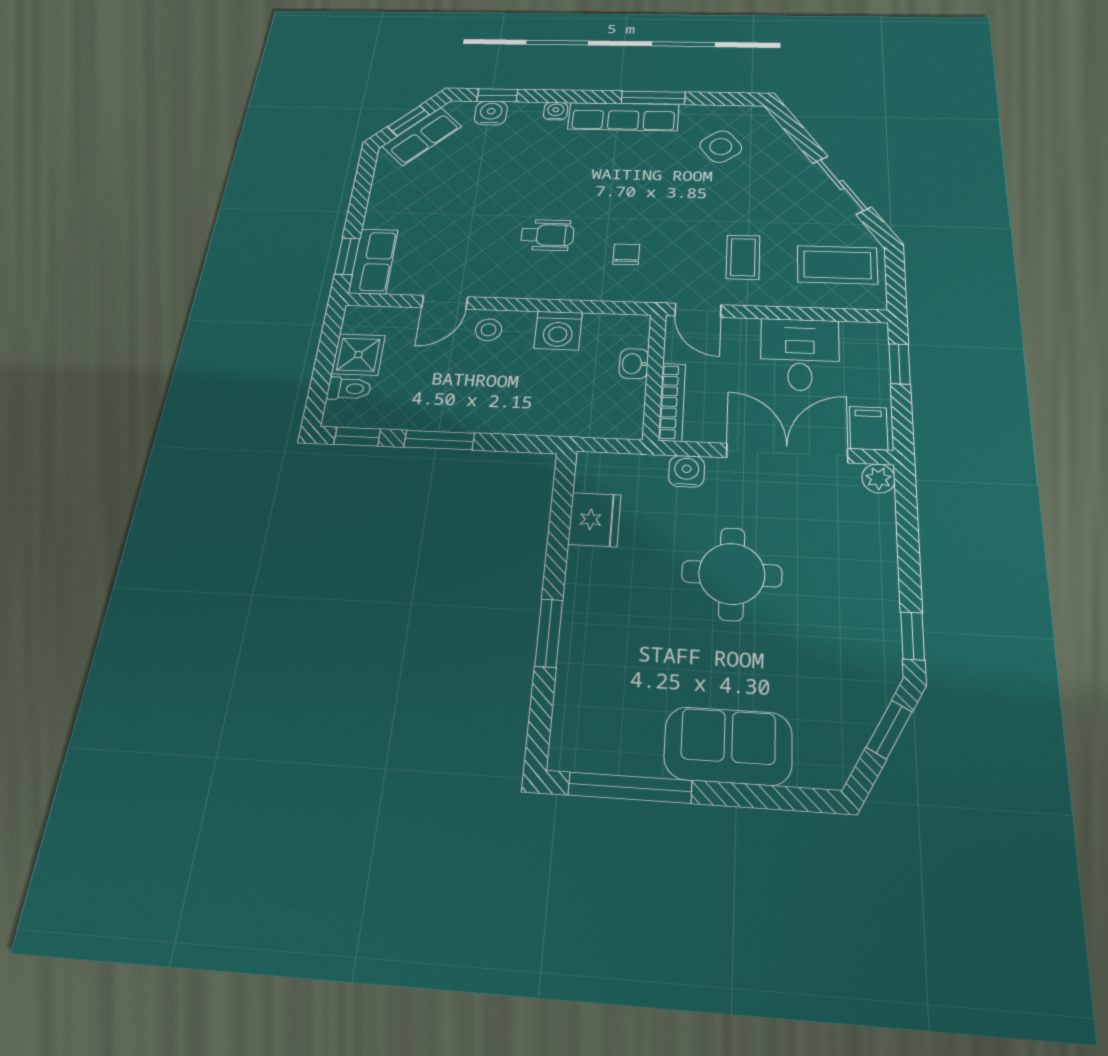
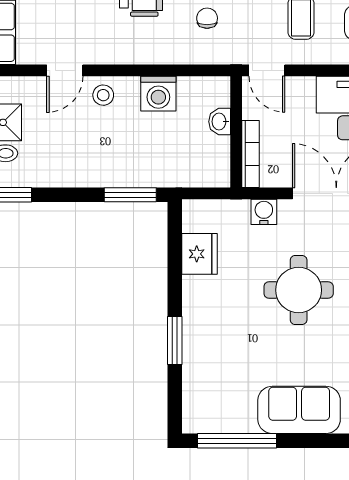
window: (439, 440) -> (130, 195), moved

